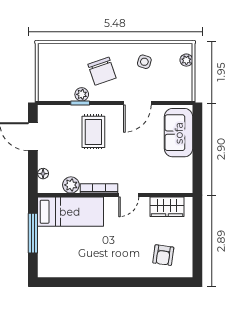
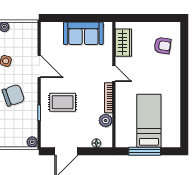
plant: (82, 94) -> (32, 142), moved
sofa: (179, 133) -> (83, 33), moved
bed: (70, 212) -> (149, 121), moved

